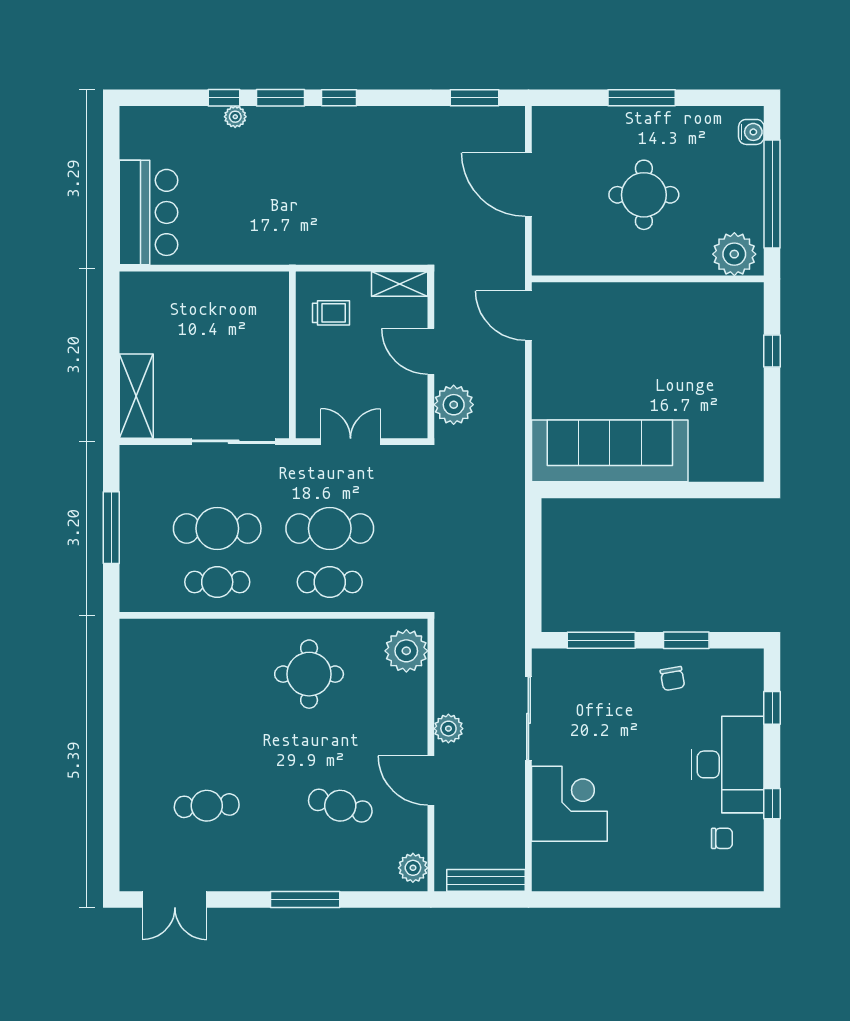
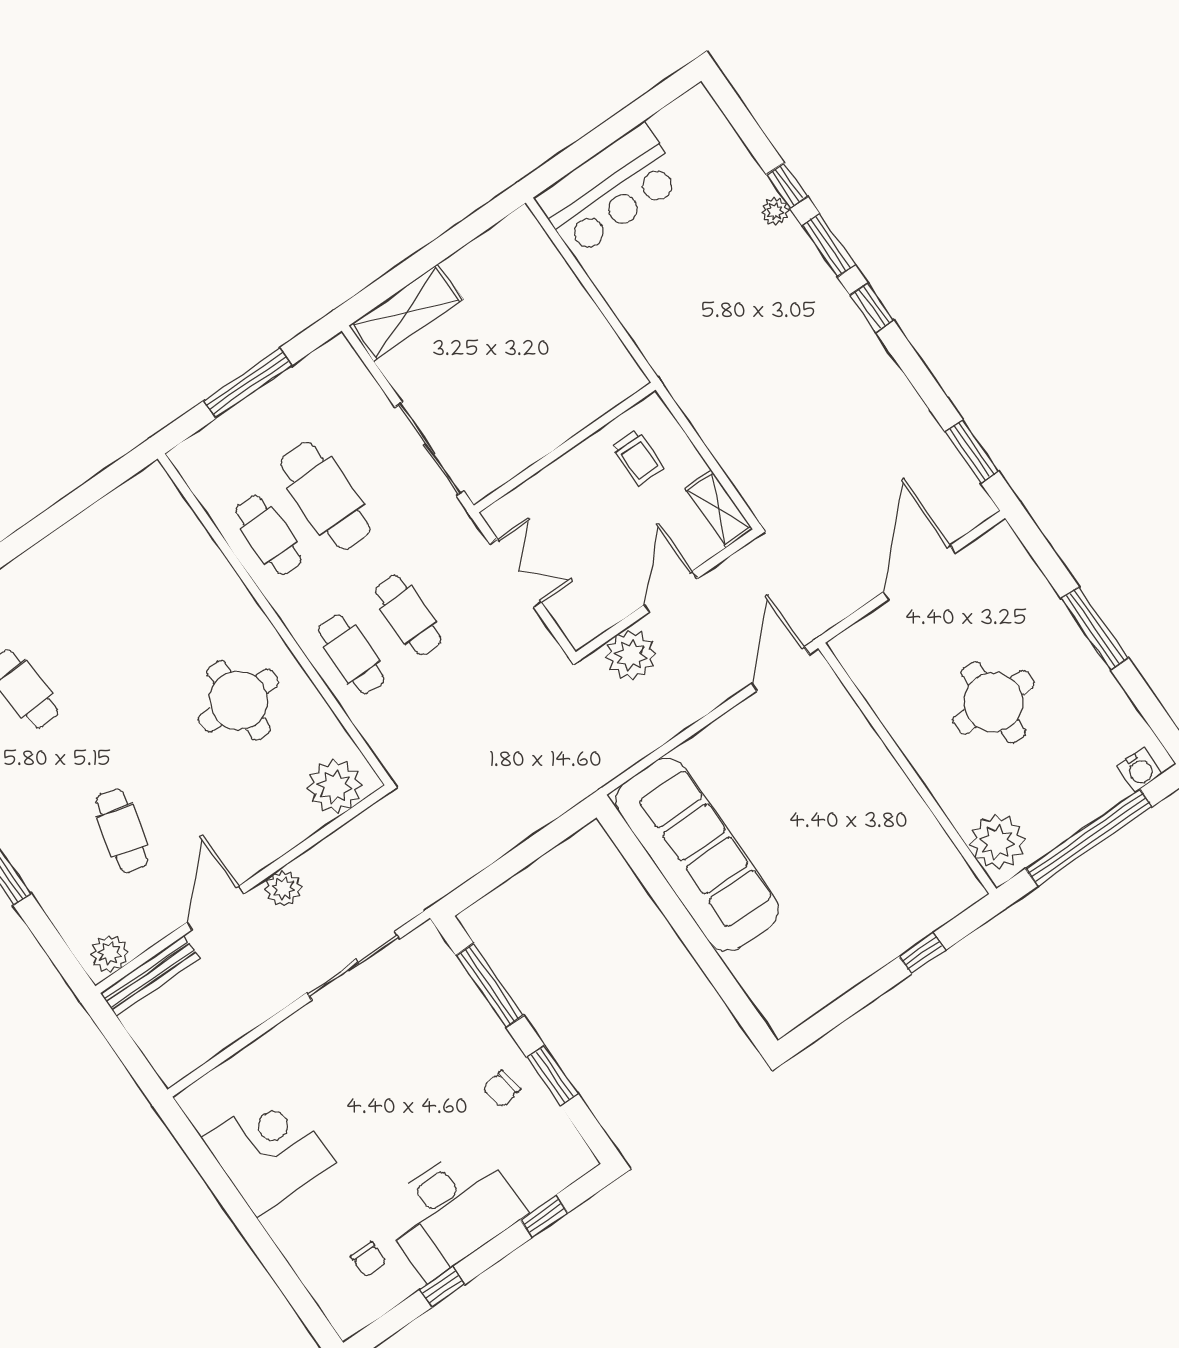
cafe table: (330, 528) -> (408, 615), width x0.73, depth x0.74
corner desk: (569, 804) -> (269, 1150), moved, turned -90
bench: (486, 880) -> (150, 976), moved, turned 90

